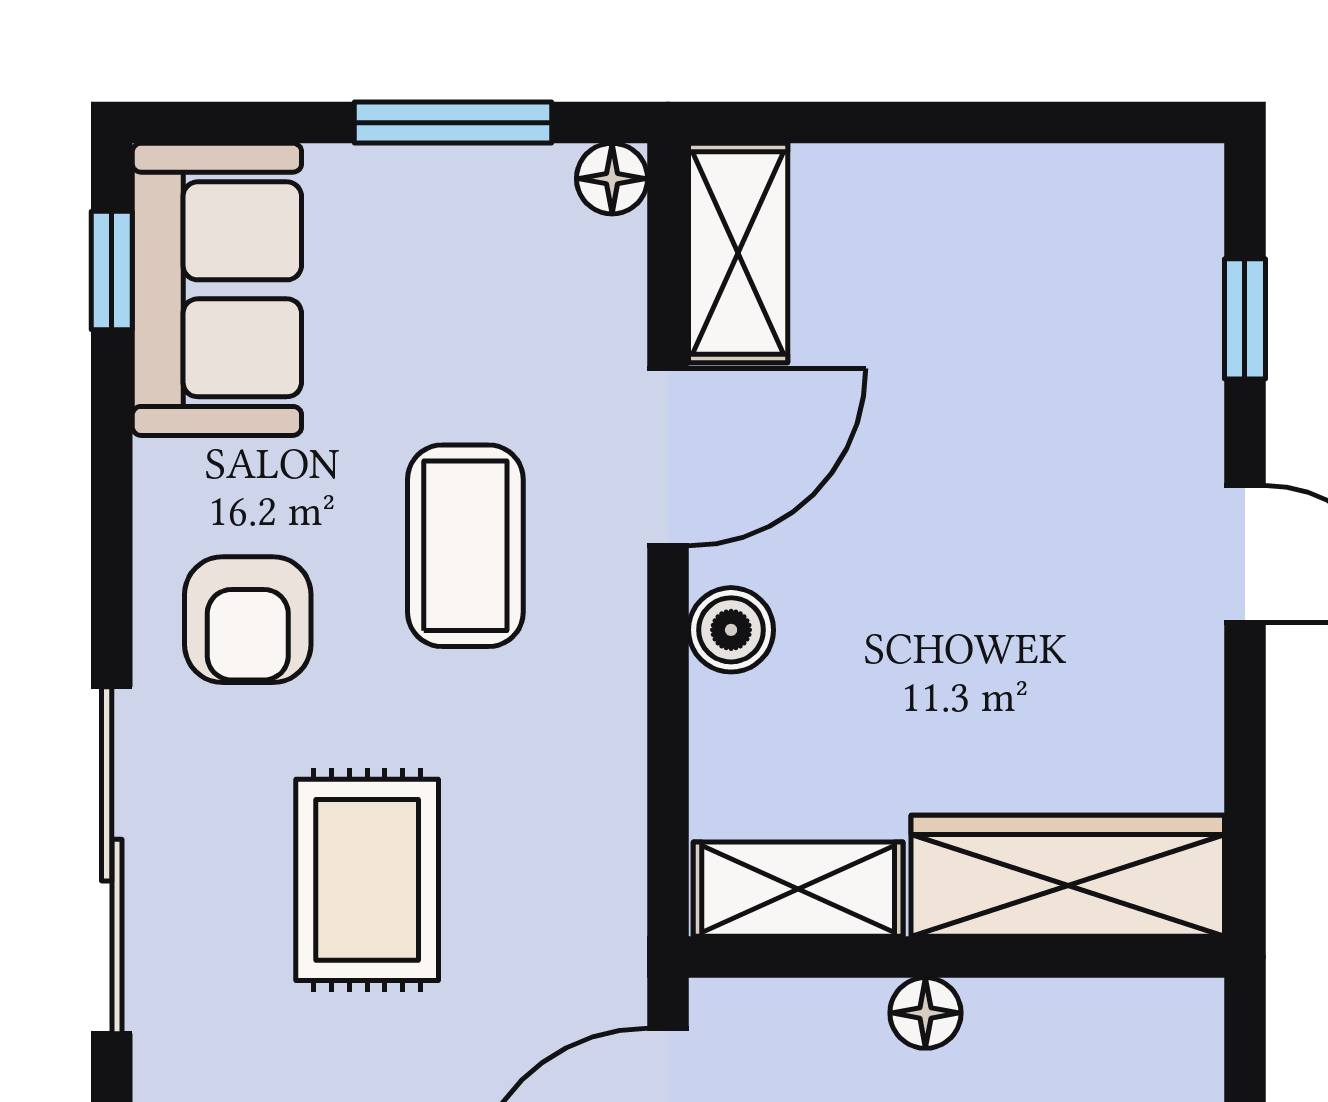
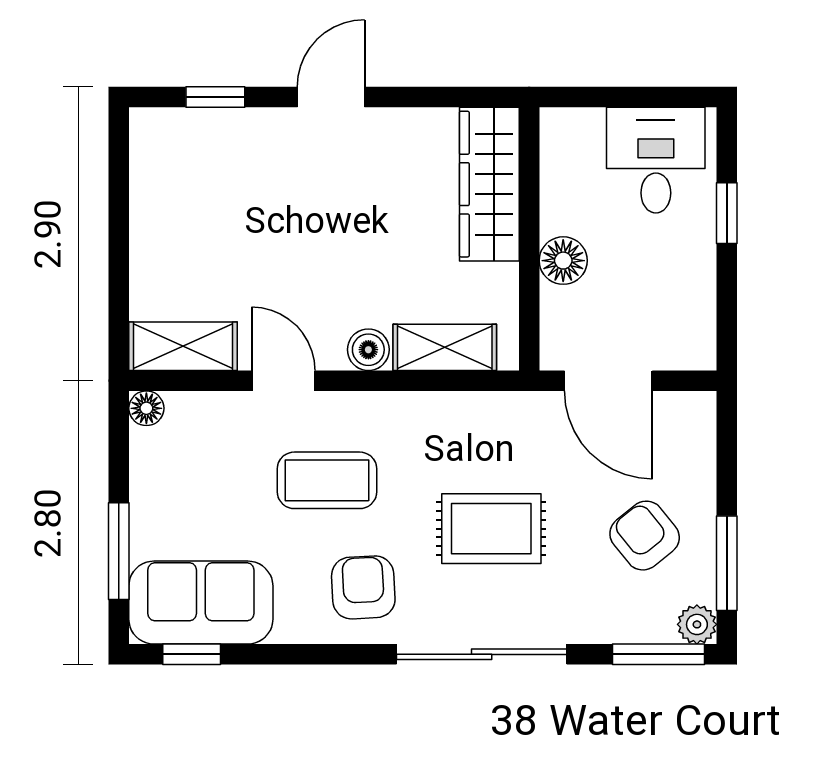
window: (453, 123) -> (119, 551), moved
door: (668, 457) -> (283, 381), width x0.73
armchair: (248, 620) -> (363, 587), turned -93
shelving: (798, 889) -> (445, 347), moved, turned 90
floor lamp: (925, 1013) -> (563, 261), width x1.37, depth x1.37

